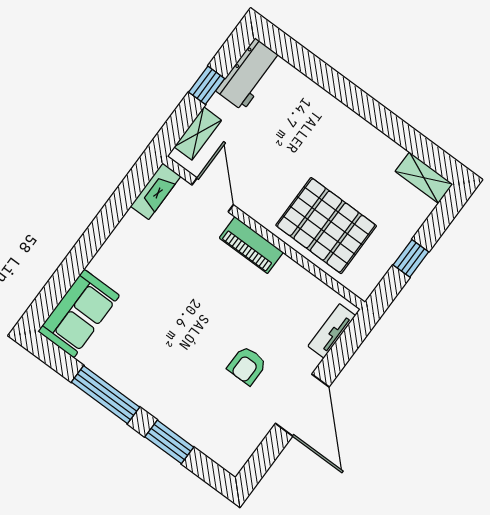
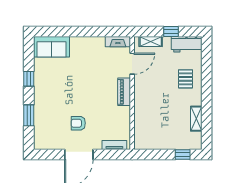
shelving: (424, 178) -> (196, 119), moved
pallet: (326, 226) -> (186, 79), moved, width x0.49, depth x0.50
window: (411, 258) -> (183, 155), moved
window: (106, 395) -> (29, 79), width x0.46

